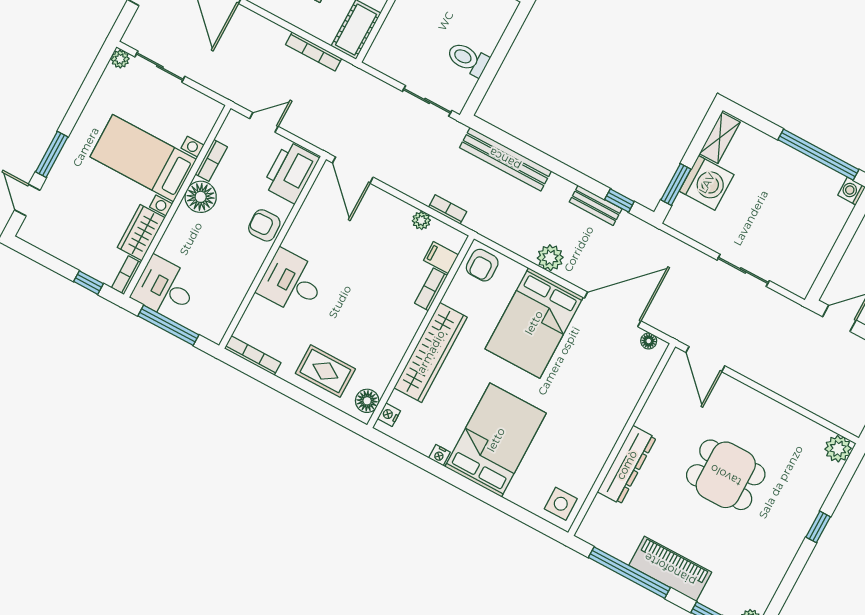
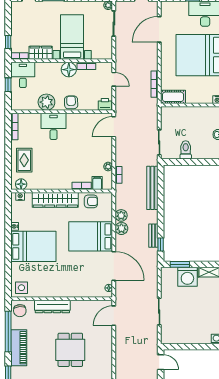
printer: (291, 172) -> (105, 104), width x0.53, depth x0.68
plant: (526, 245) -> (121, 215), added
armchair: (482, 265) -> (91, 201), moved, turned 180
plant: (239, 271) -> (46, 102), added
window: (168, 325) -> (8, 85), width x0.46
chair: (602, 530) -> (20, 311), added

